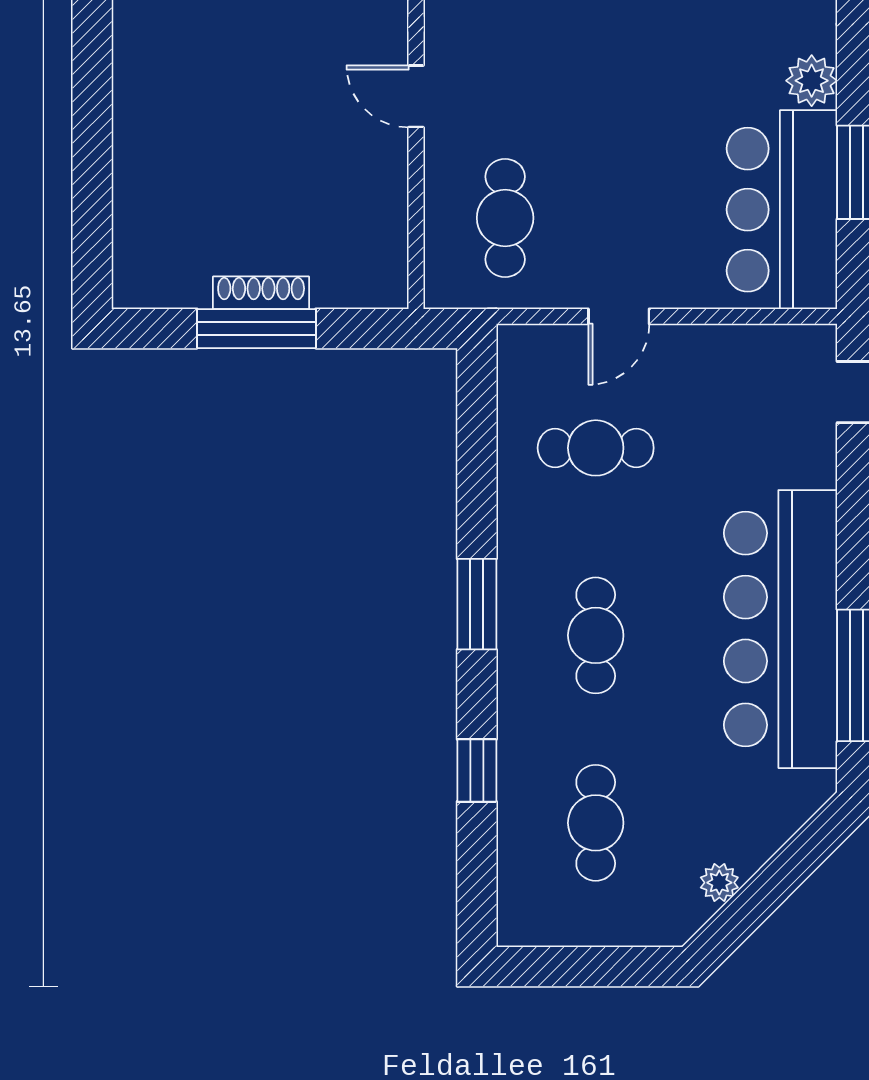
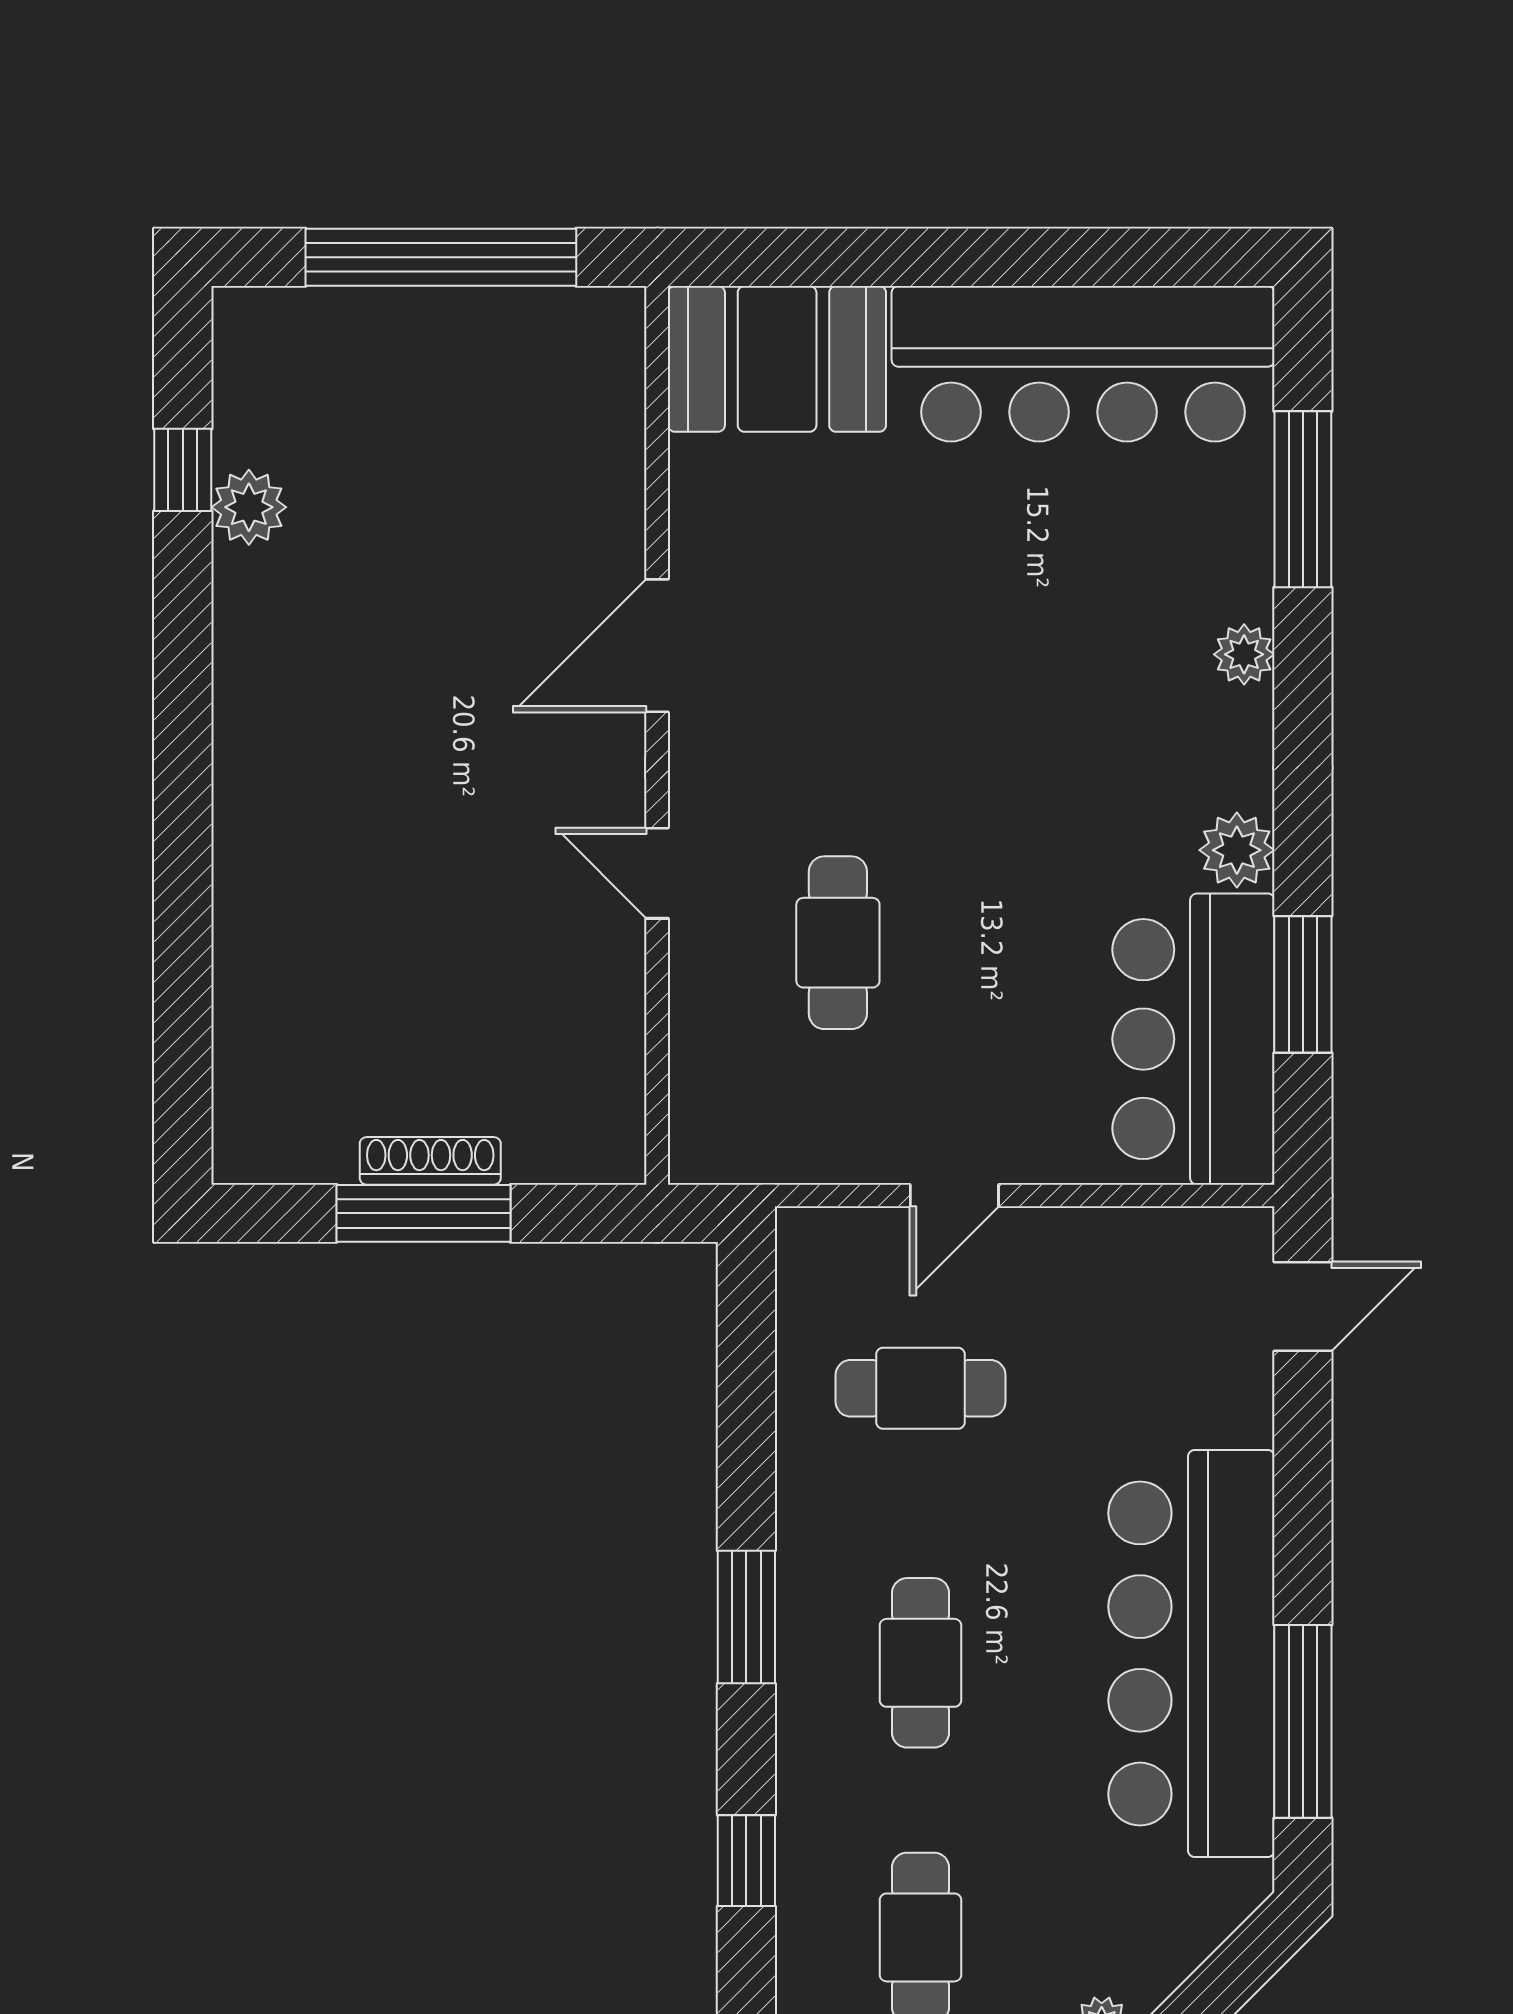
cafe table: (505, 218) -> (838, 943), moved

